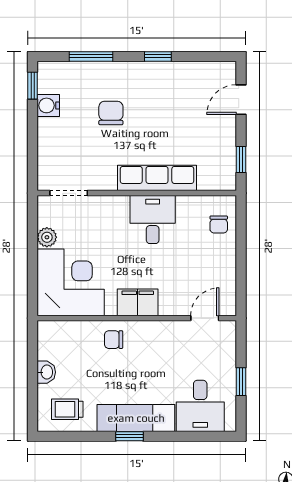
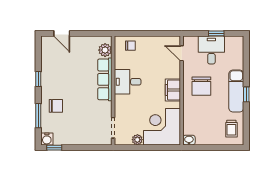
water cooler: (48, 105) -> (47, 139), moved
chair: (111, 113) -> (56, 106), moved, turned 180
window: (241, 160) -> (95, 33), removed
plant: (211, 179) -> (105, 50), added
chair: (114, 340) -> (201, 86), moved, width x1.87, depth x1.87
washbasin: (46, 372) -> (189, 140), moved
desk: (200, 406) -> (211, 50), moved, turned -90

